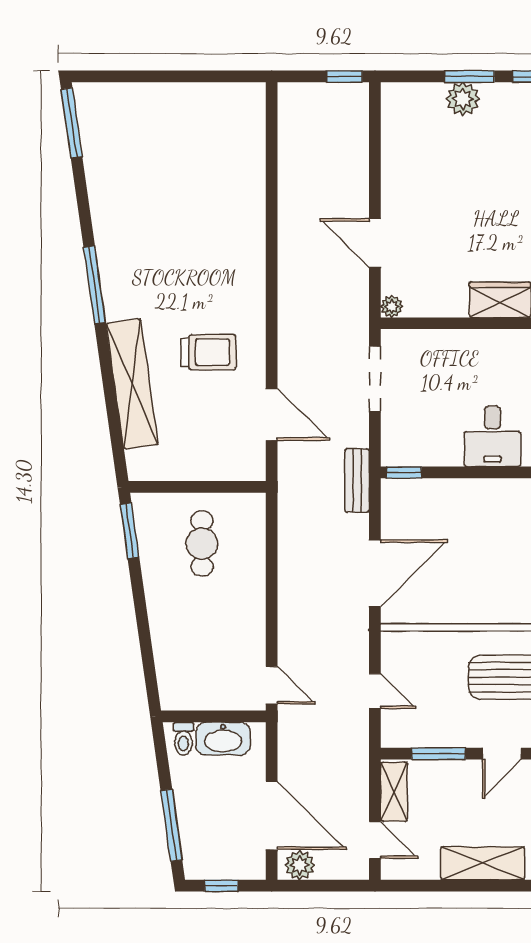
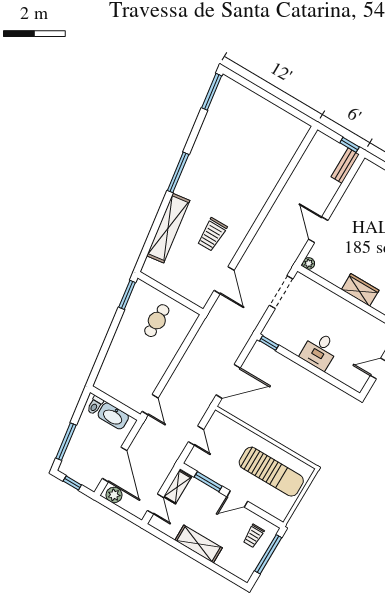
trolley: (209, 352) -> (212, 234), turned 90
bench: (357, 481) -> (345, 166), moved

